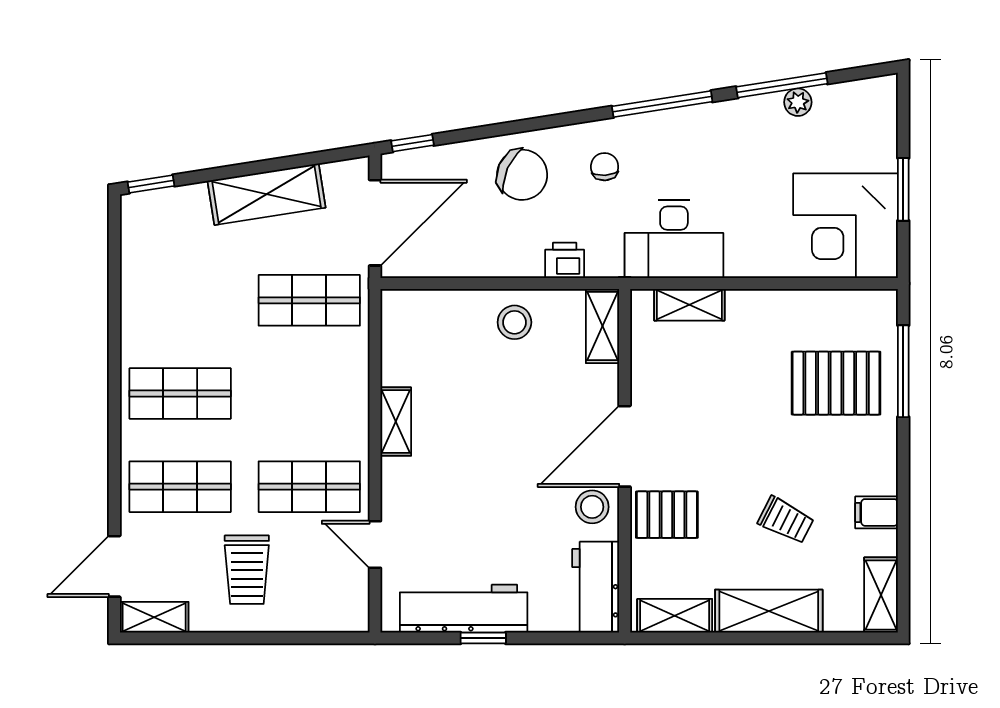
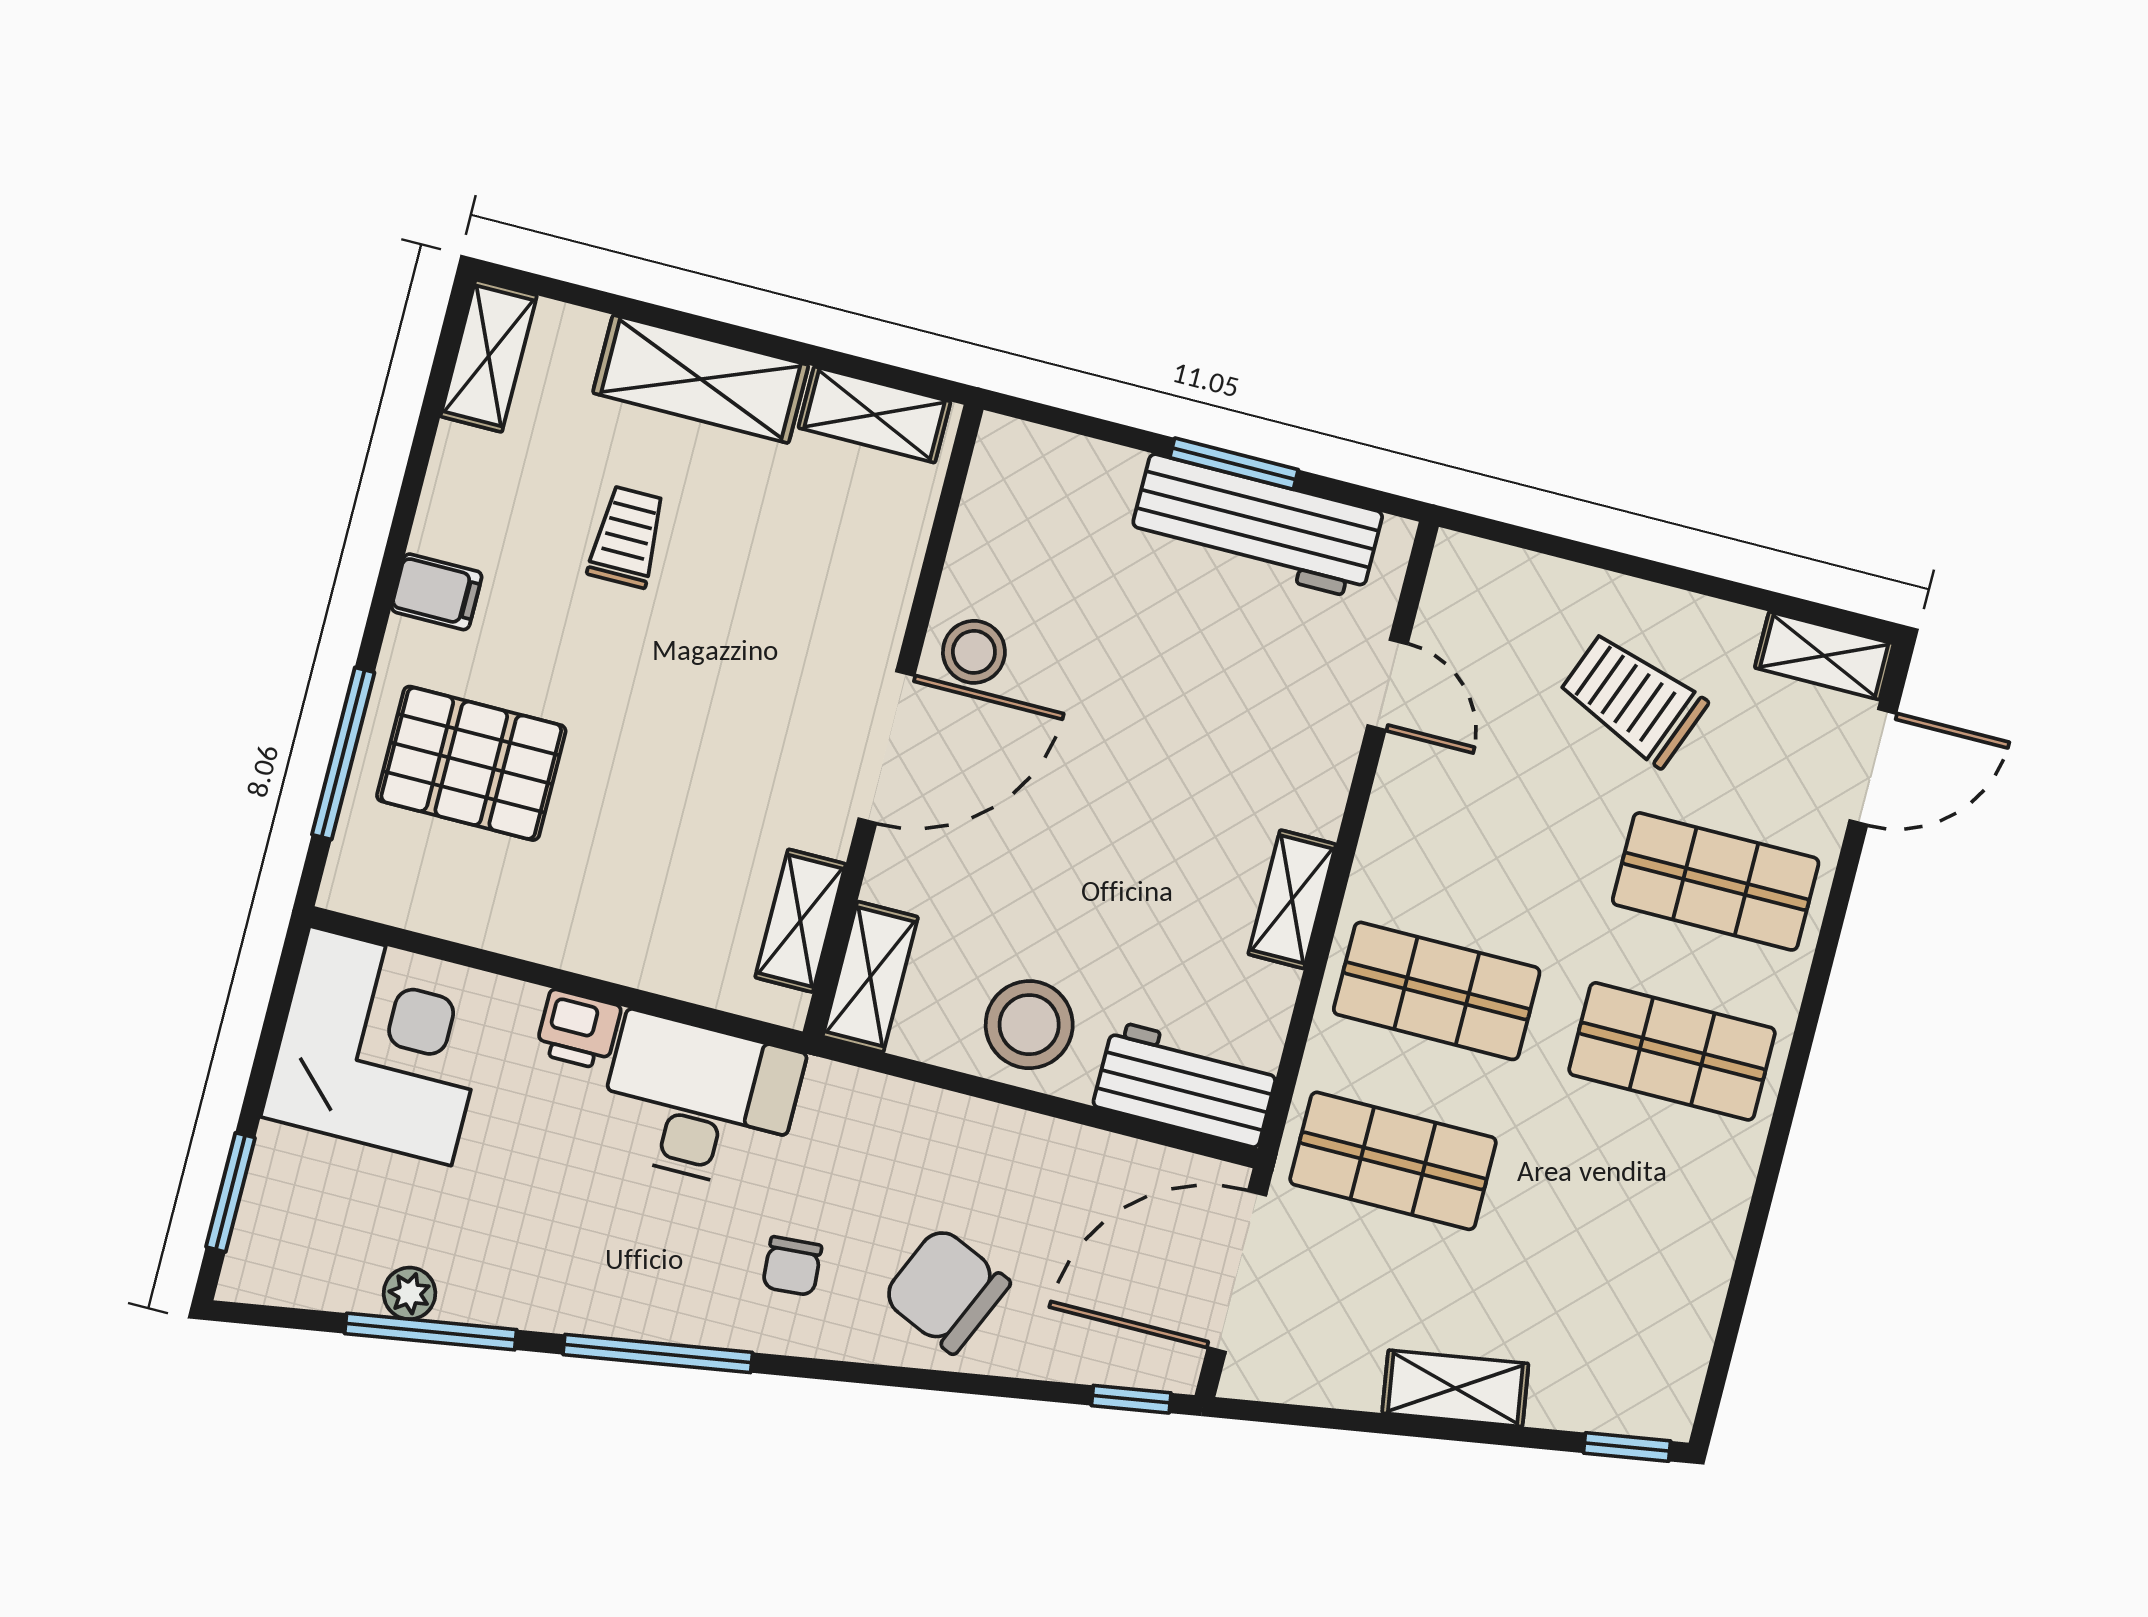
window: (903, 189) -> (231, 1192), moved
shelving: (267, 194) -> (1455, 1388), width x0.67, depth x0.75
printer: (565, 260) -> (578, 1029), moved
shelving: (689, 305) -> (800, 921), moved, turned 90
stool: (514, 322) -> (1029, 1025), width x1.38, depth x1.38
shop shelf: (309, 487) -> (1437, 991), moved
filing cabinet: (877, 512) -> (437, 592), moved
pallet: (667, 515) -> (841, 603), removed
trolley: (786, 520) -> (627, 537), turned 63
trolley: (247, 570) -> (1633, 699), turned -69
workbench: (596, 587) -> (1186, 1084), moved, turned -90
window: (483, 638) -> (1234, 464), width x1.50

